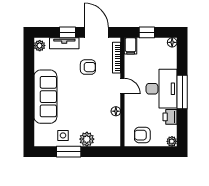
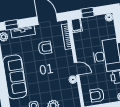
window: (67, 32) -> (11, 25), moved
door: (122, 86) -> (77, 69), moved

